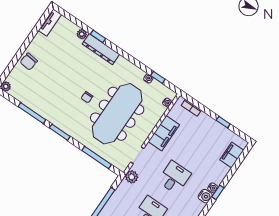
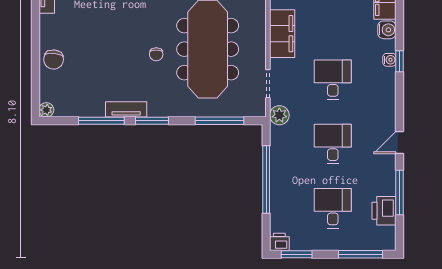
tv unit: (50, 116) -> (126, 109), added
water cooler: (205, 196) -> (387, 30), moved

